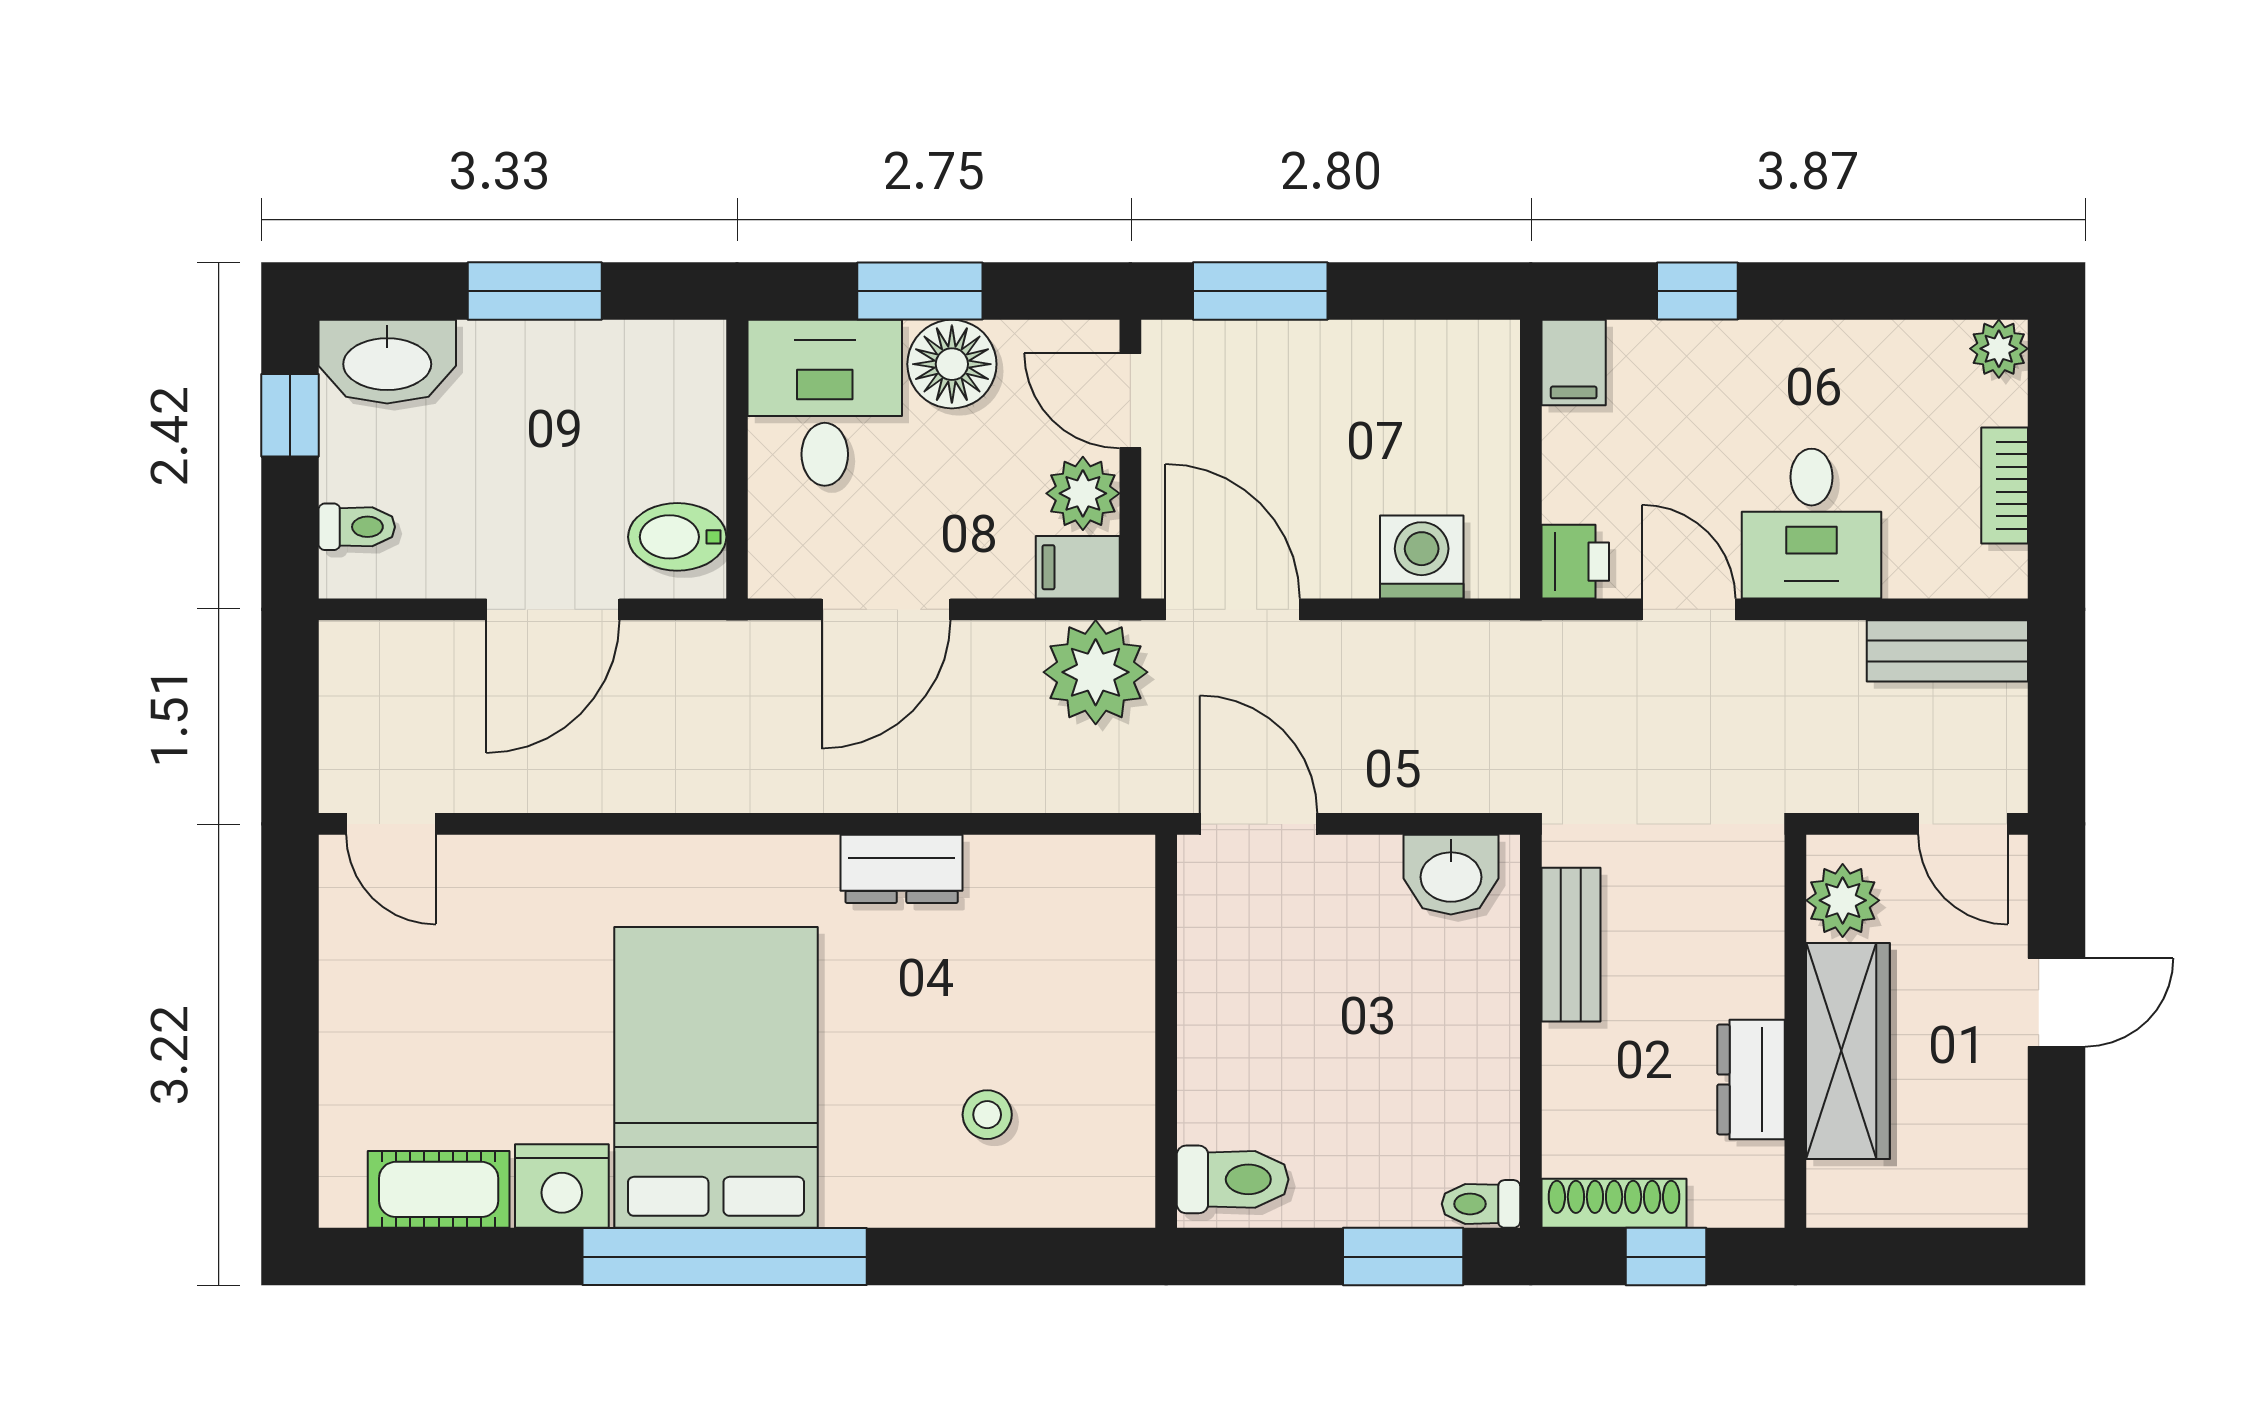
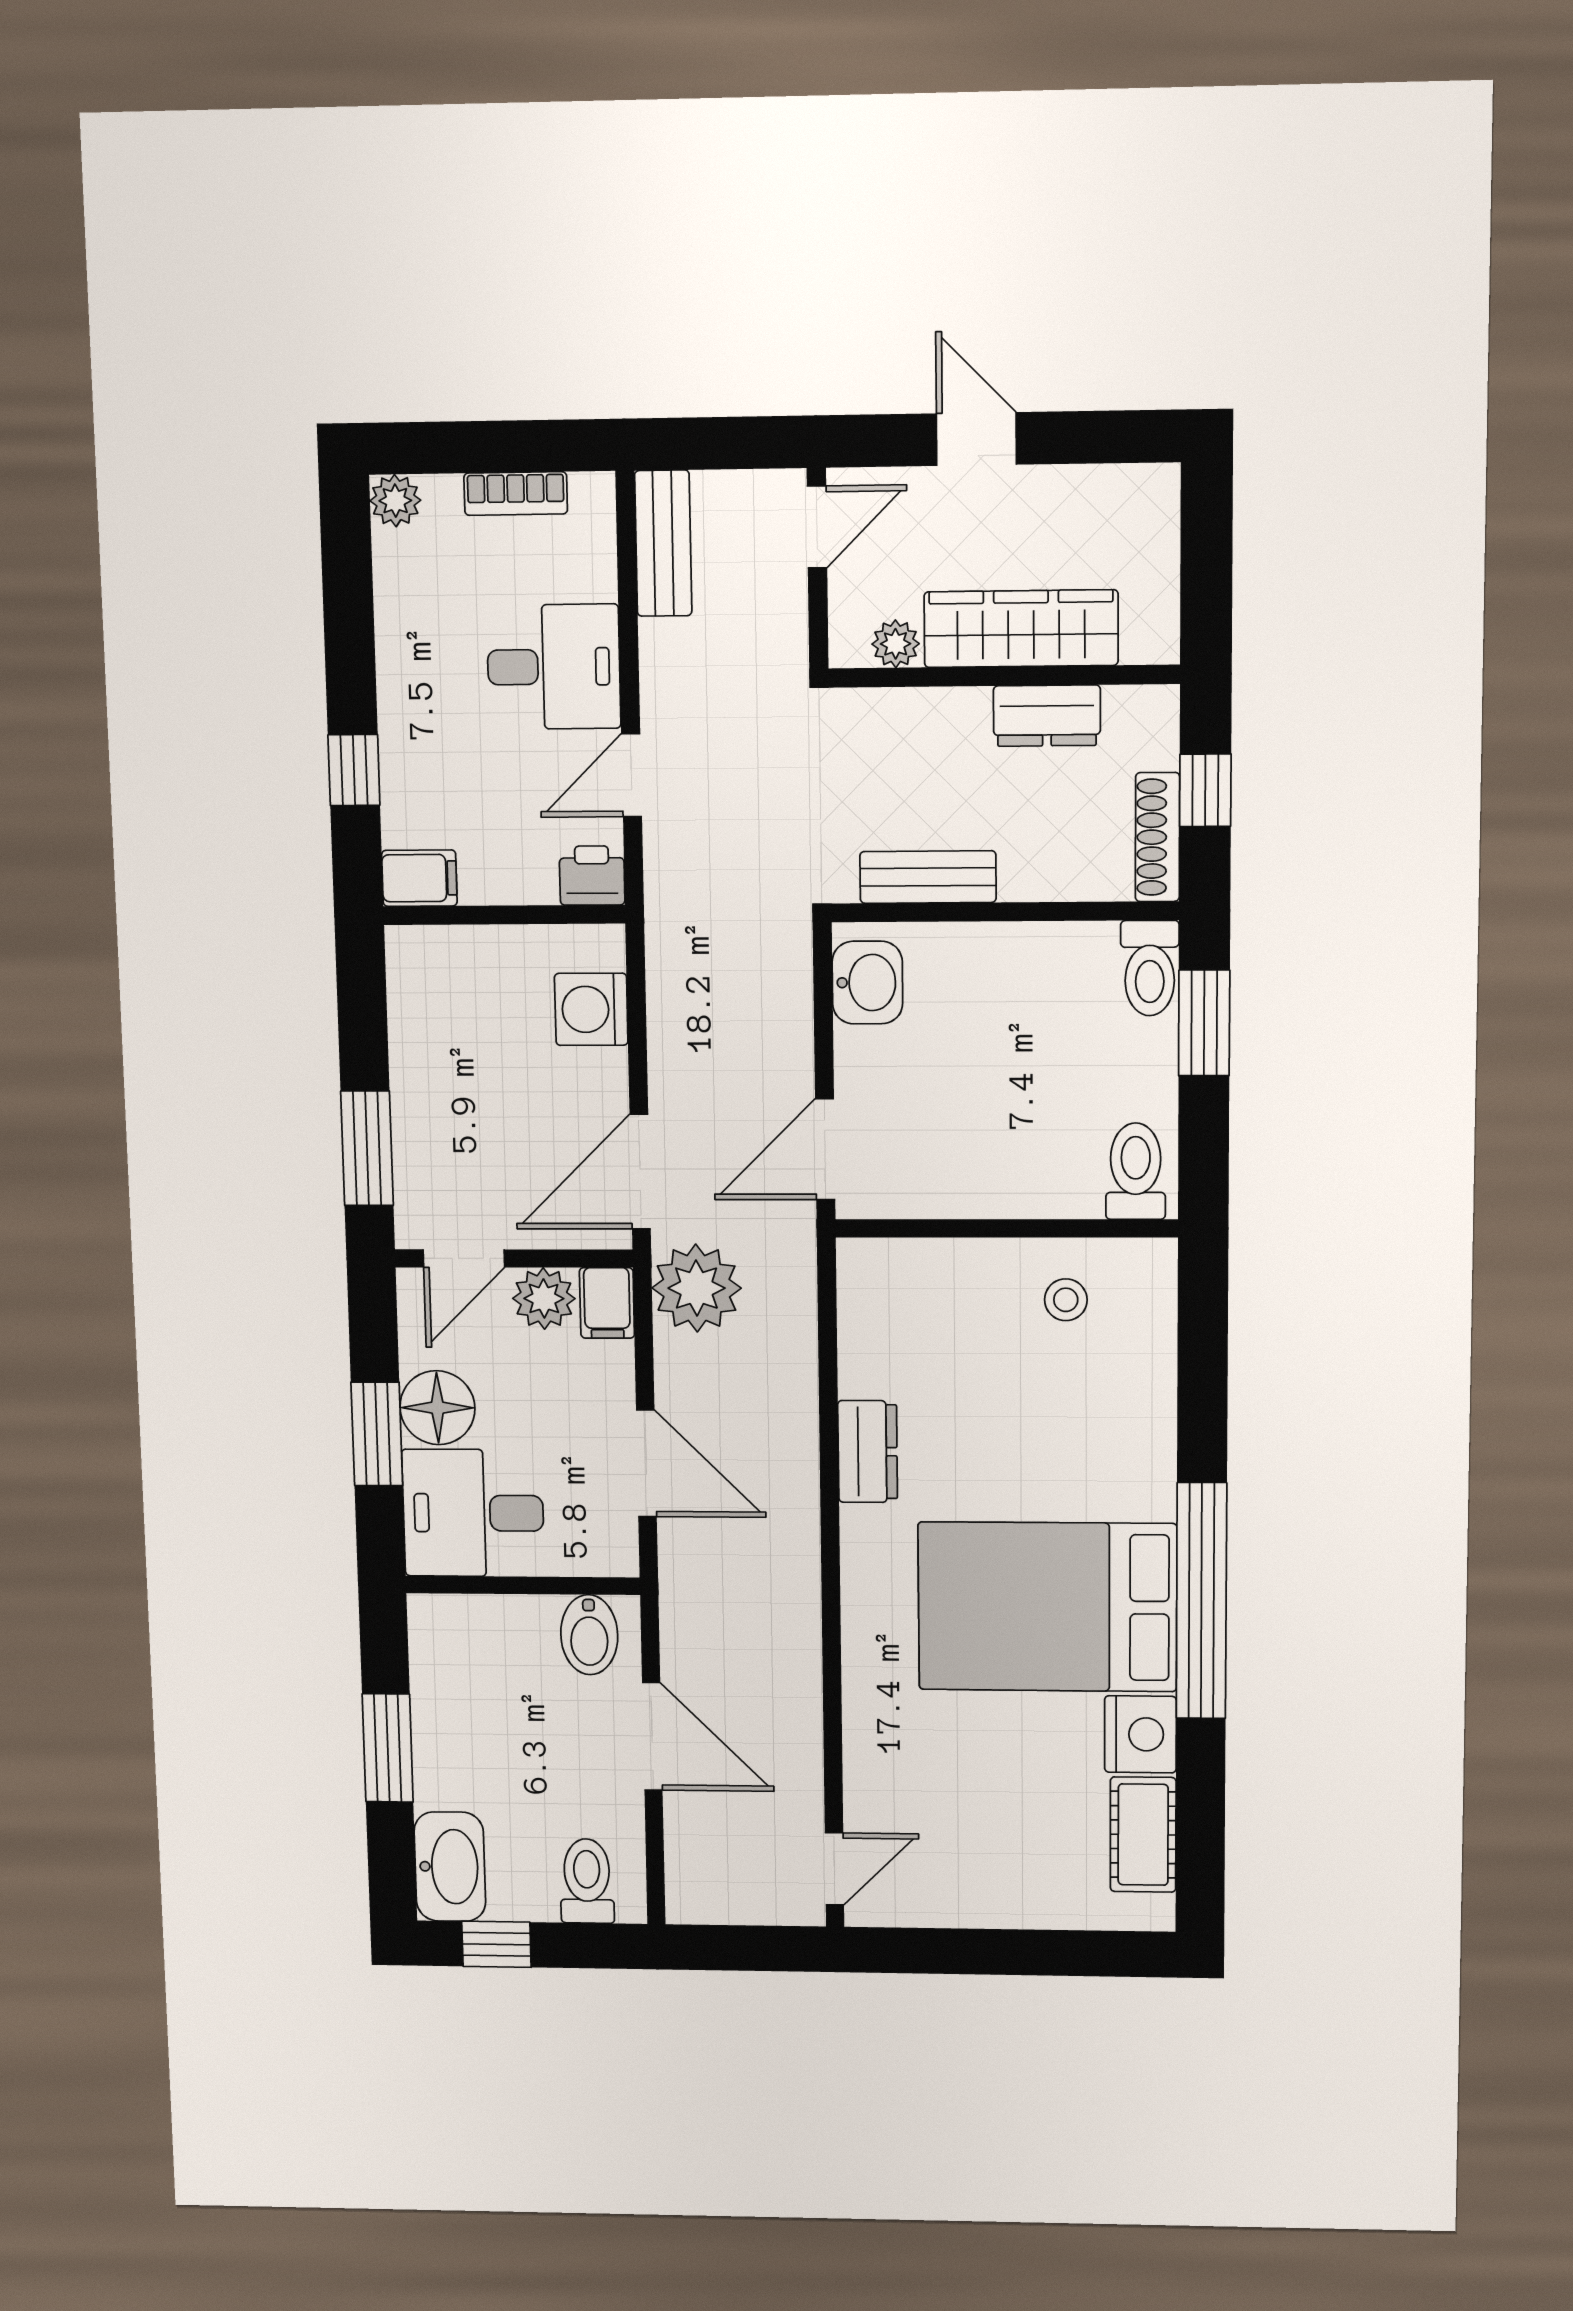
toilet: (357, 527) -> (587, 1881), width x1.37, depth x1.39
plant: (1843, 900) -> (896, 644), width x0.73, depth x0.73
stool: (987, 1115) -> (1066, 1300), moved
toilet: (1481, 1204) -> (1150, 968), width x1.37, depth x1.39

